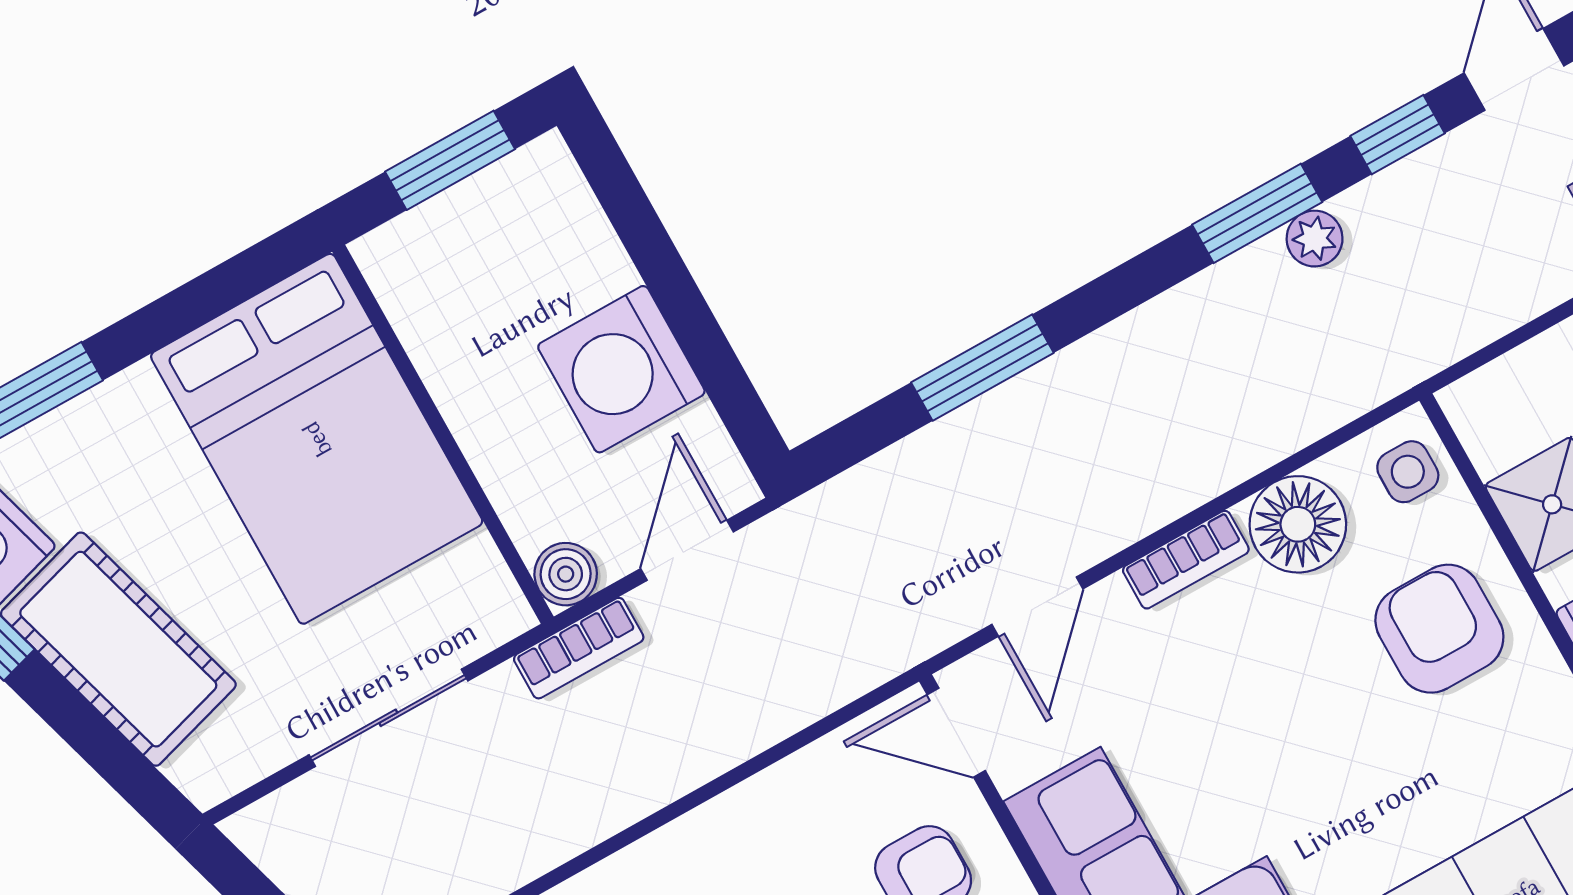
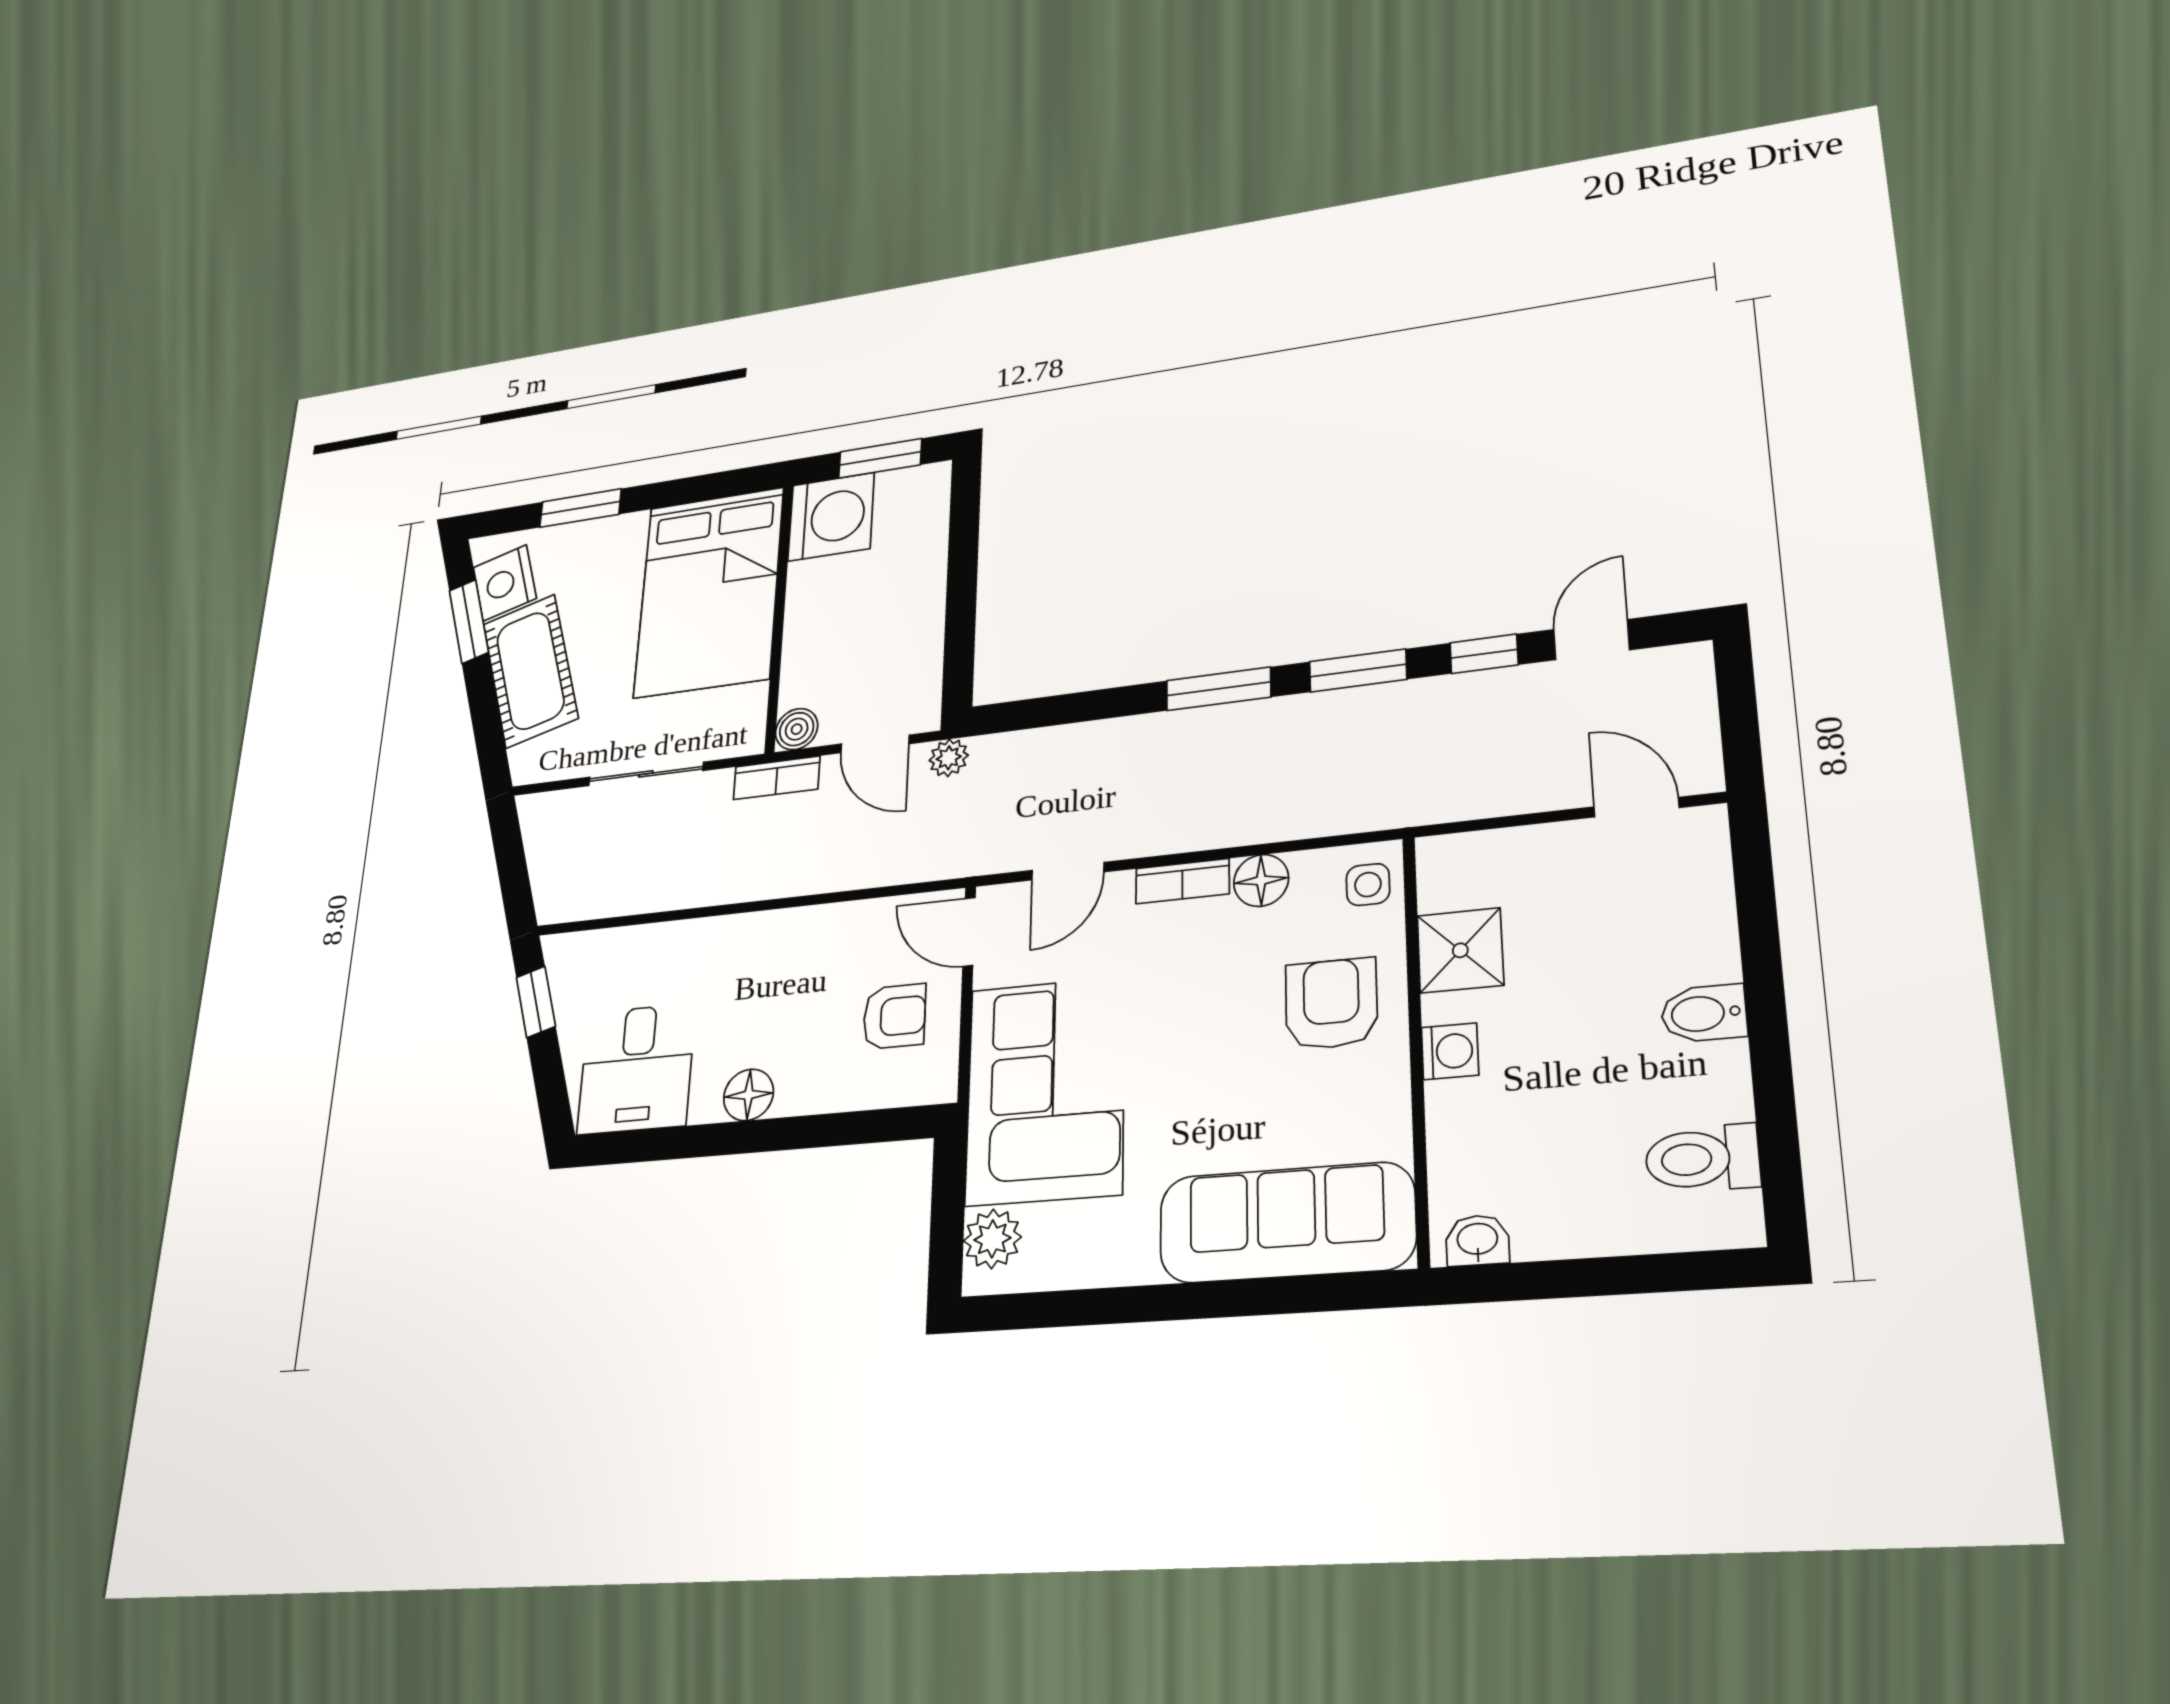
plant: (1315, 239) -> (949, 758), moved
window: (982, 368) -> (1218, 689), moved
washing machine: (621, 369) -> (831, 517), moved, turned 180
floor lamp: (1298, 524) -> (1261, 880), width x0.73, depth x0.73
door: (687, 550) -> (875, 744), swing flipped

